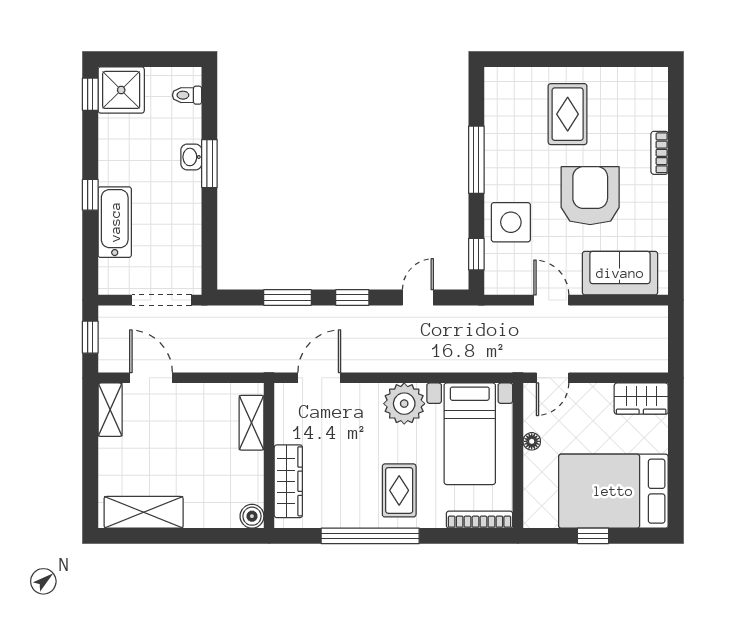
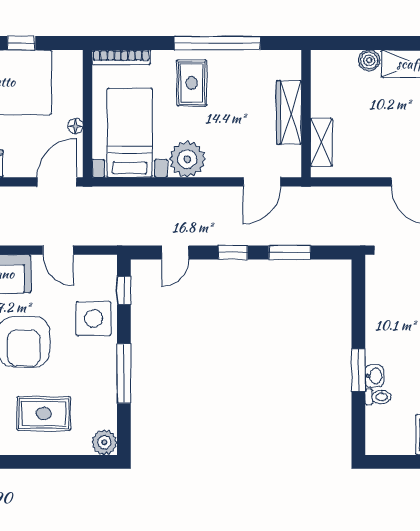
plant: (499, 81) -> (104, 442), added
toilet: (187, 95) -> (378, 397), moved
rug: (568, 114) -> (44, 414), turned 90
door: (553, 378) -> (57, 182), width x1.38
wardrobe: (288, 481) -> (289, 112), moved
boiler: (252, 516) -> (369, 60), moved

